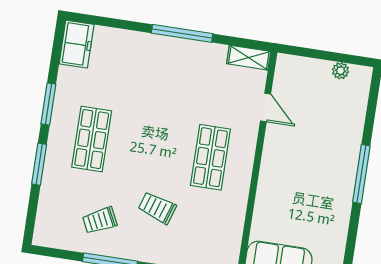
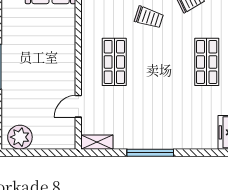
plant: (340, 71) -> (20, 137), width x1.88, depth x1.88
door: (266, 107) -> (78, 106), hinge flipped

